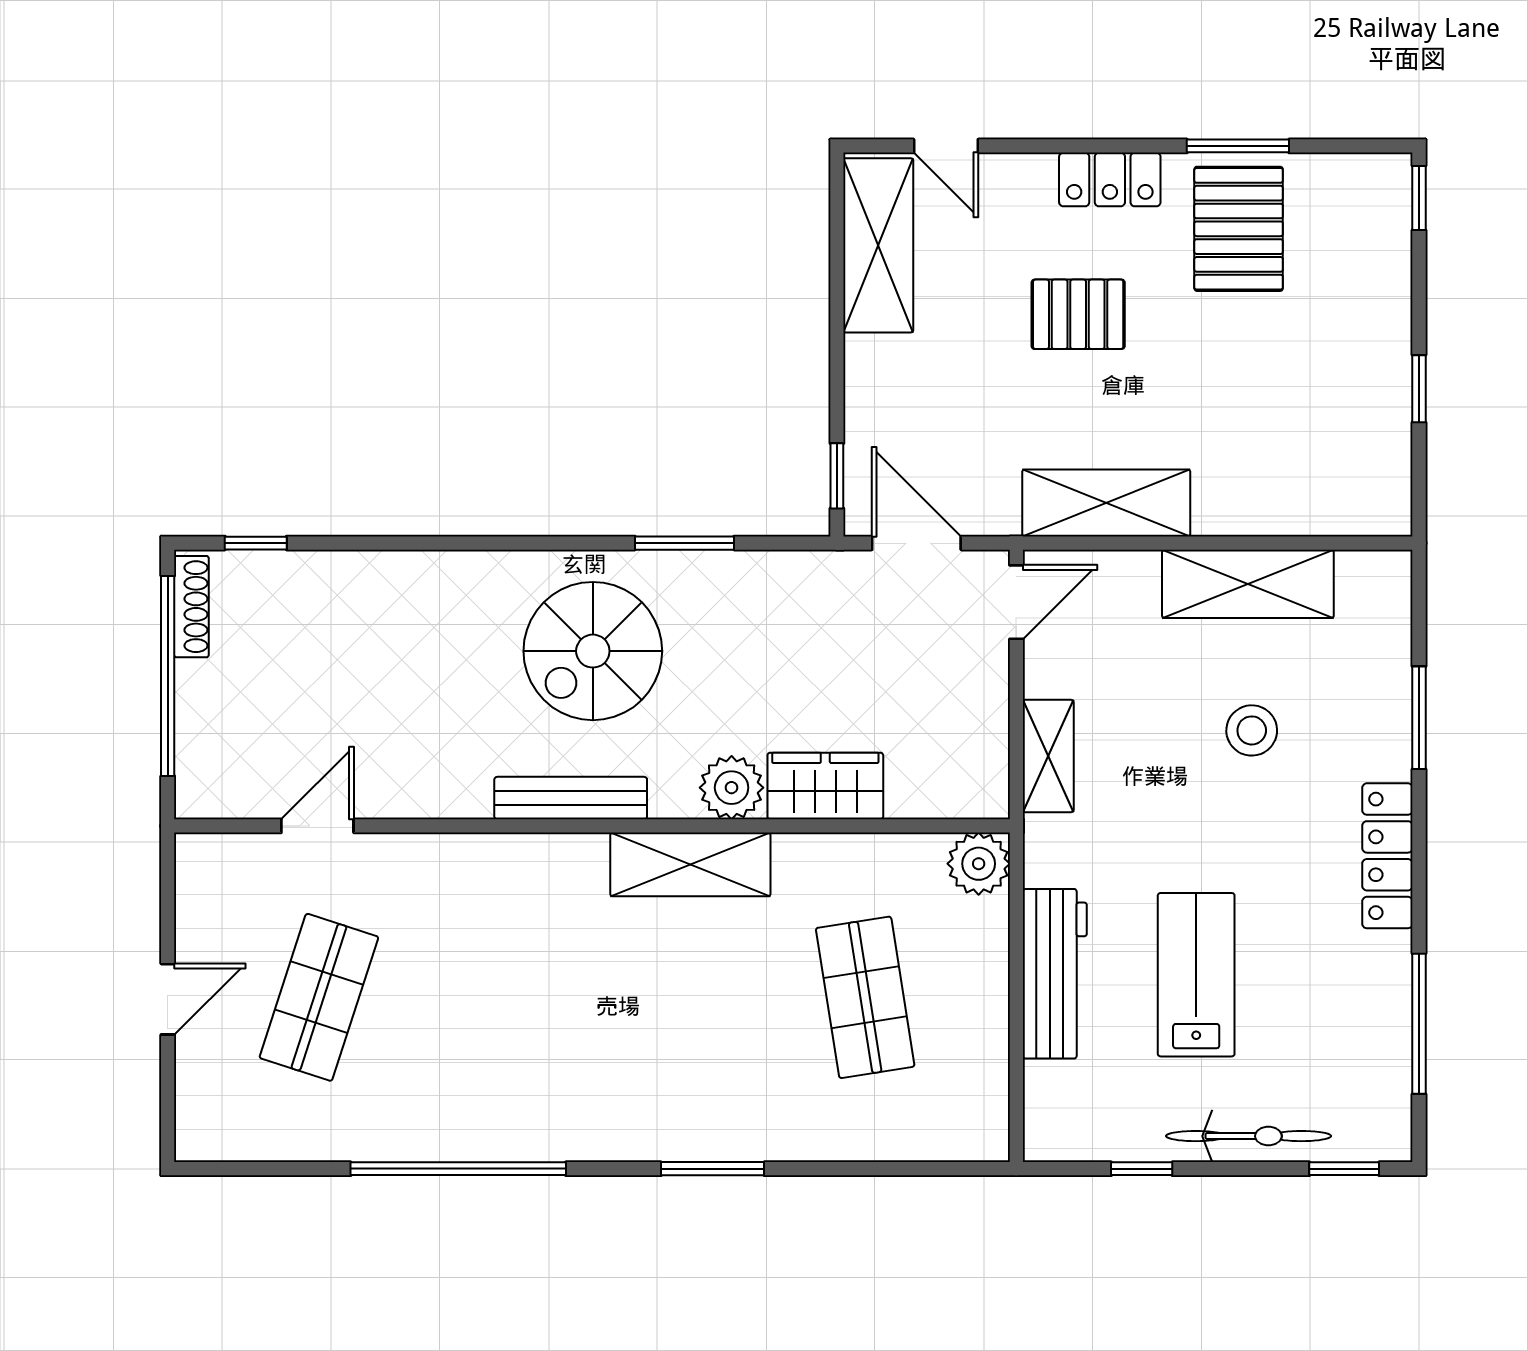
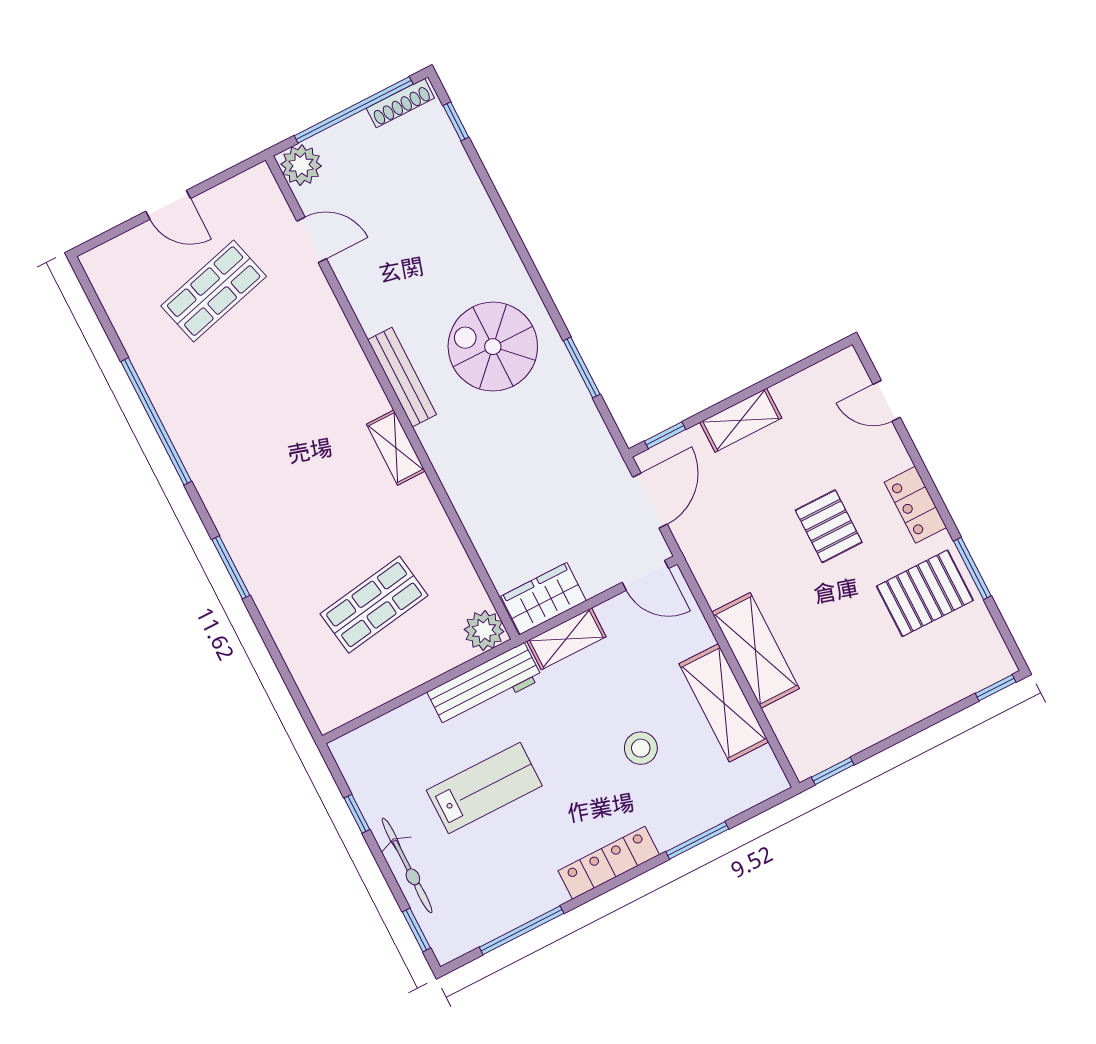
door: (946, 146) -> (887, 401), hinge flipped
shelving: (878, 245) -> (741, 420), moved, width x0.67, depth x0.75
window: (1419, 389) -> (833, 771), moved
shelving: (1106, 503) -> (756, 650), moved
wardrobe: (825, 786) -> (544, 599), moved, turned -90
plant: (732, 788) -> (301, 165), moved
shelving: (690, 864) -> (396, 448), width x0.67, depth x0.75
workbench: (1055, 974) -> (485, 685), moved
shop shelf: (319, 997) -> (214, 291), turned -33

